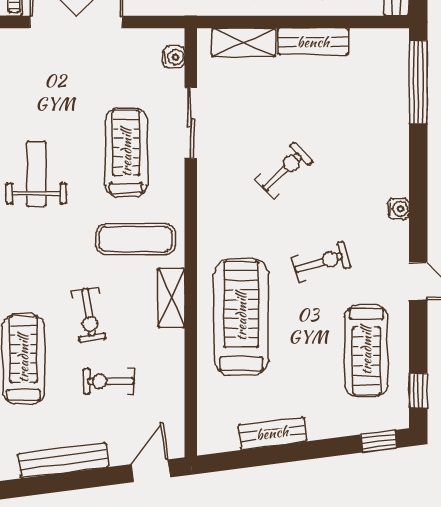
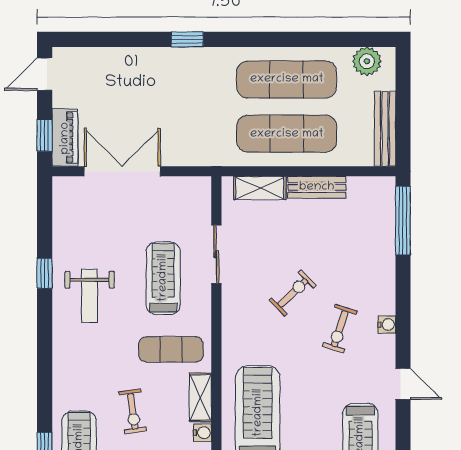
water cooler: (174, 57) -> (202, 433), moved
weight bench: (36, 174) -> (90, 296), turned 180
exercise bike: (321, 262) -> (340, 329), moved, turned 125

